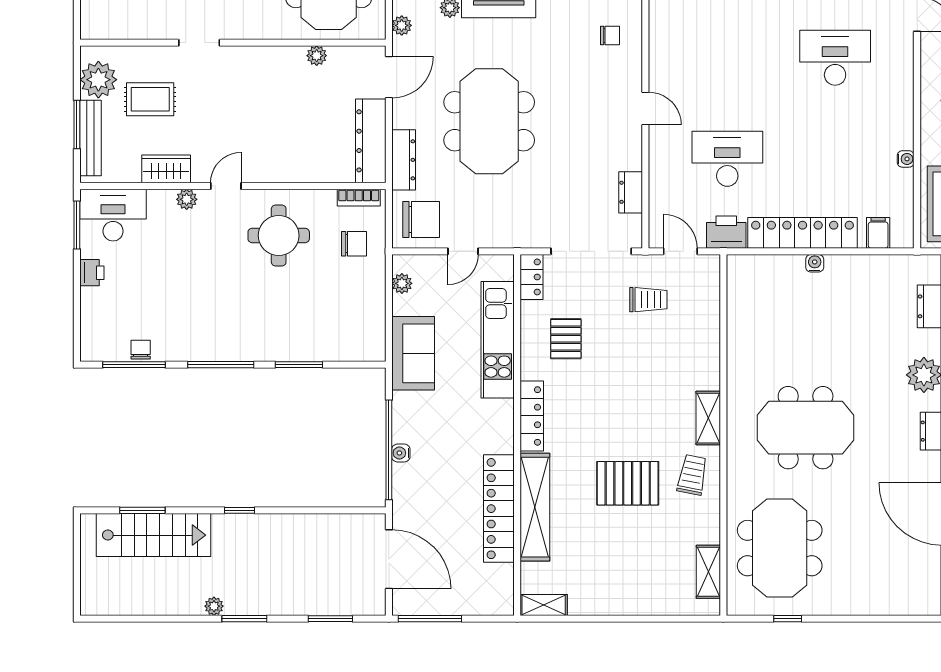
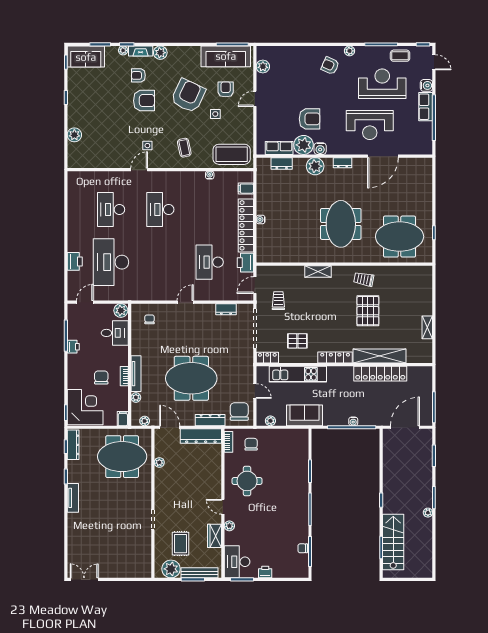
shelving: (708, 418) -> (318, 271), moved
shelving: (708, 572) -> (411, 271), removed
shelving: (544, 605) -> (427, 327), moved

